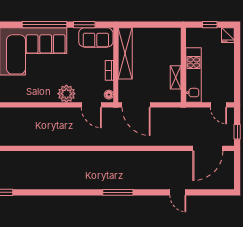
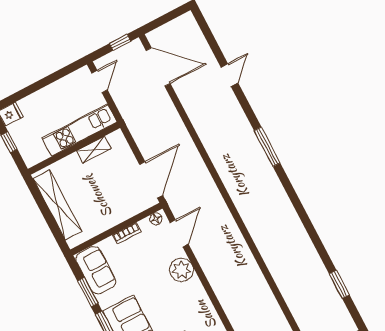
shelving: (125, 53) -> (57, 205), moved, turned 90

